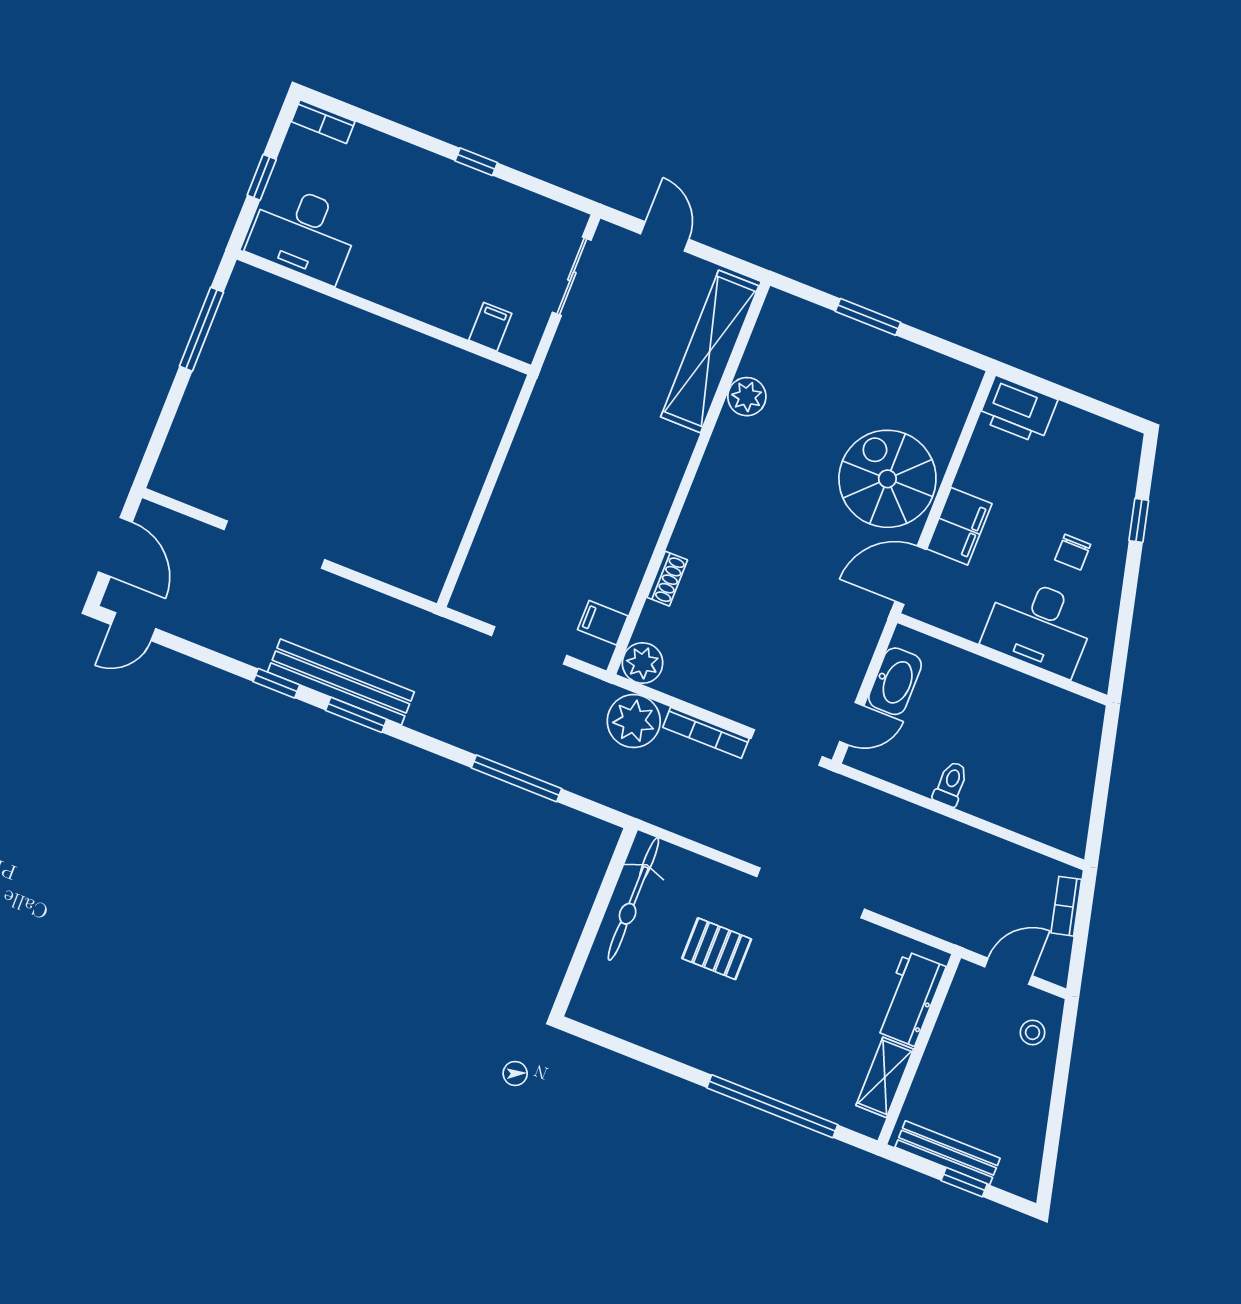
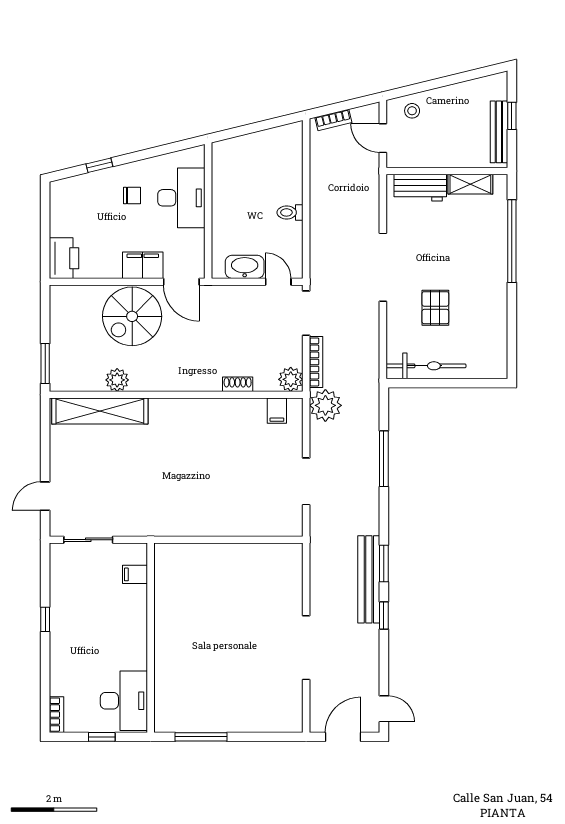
shelving: (710, 351) -> (100, 411), moved
plant: (747, 397) -> (117, 380), moved
wall: (688, 478) -> (176, 395), moved
shoe rack: (667, 579) -> (238, 384), moved
filing cabinet: (603, 623) -> (277, 411), moved
plant: (643, 663) -> (291, 379), moved

